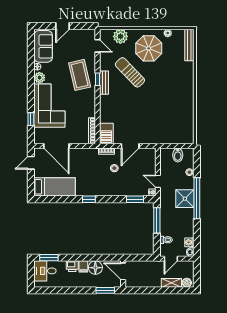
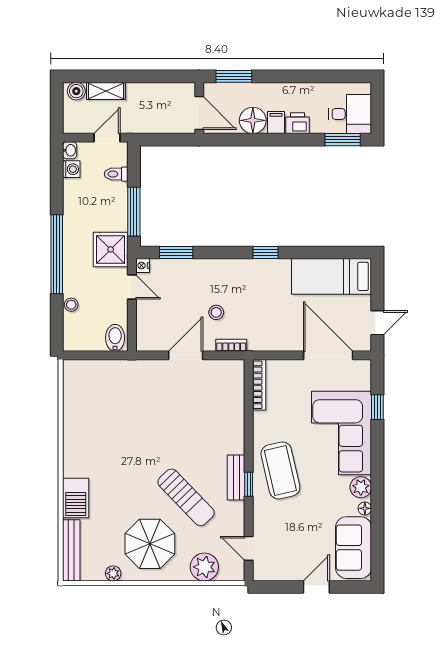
coffee table: (80, 75) -> (280, 471), moved
barbecue: (106, 134) -> (76, 498), moved, turned 180
bidet: (178, 155) -> (115, 338), moved
shower: (185, 199) -> (111, 249), moved

